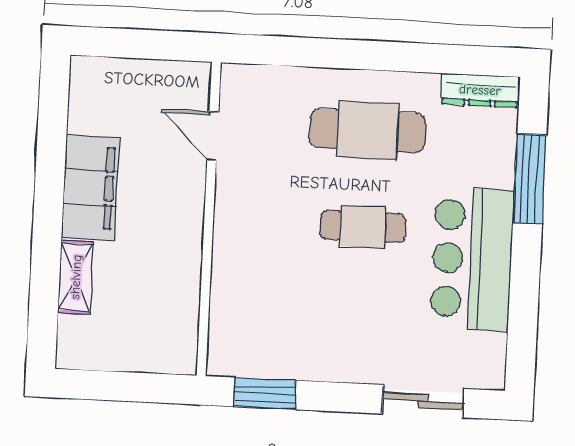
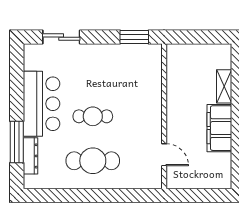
dresser: (480, 90) -> (31, 156), moved, turned 90

